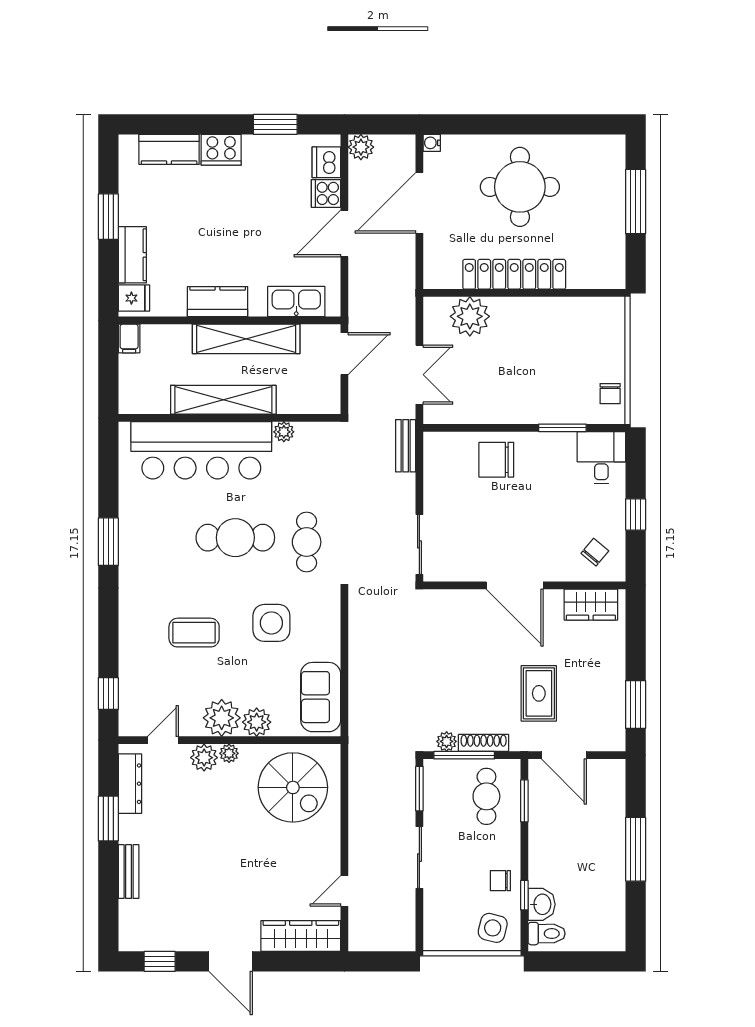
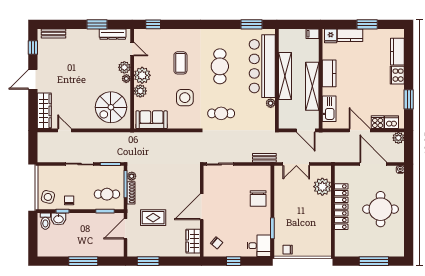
chair: (496, 460) -> (258, 199), turned 180
cafe table: (235, 538) -> (220, 66), moved
window: (108, 542) -> (251, 24), moved
bench: (129, 872) -> (54, 34), moved

